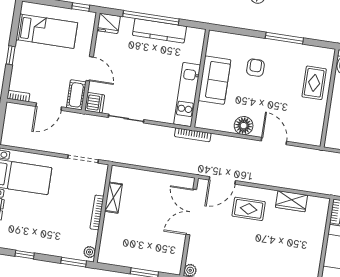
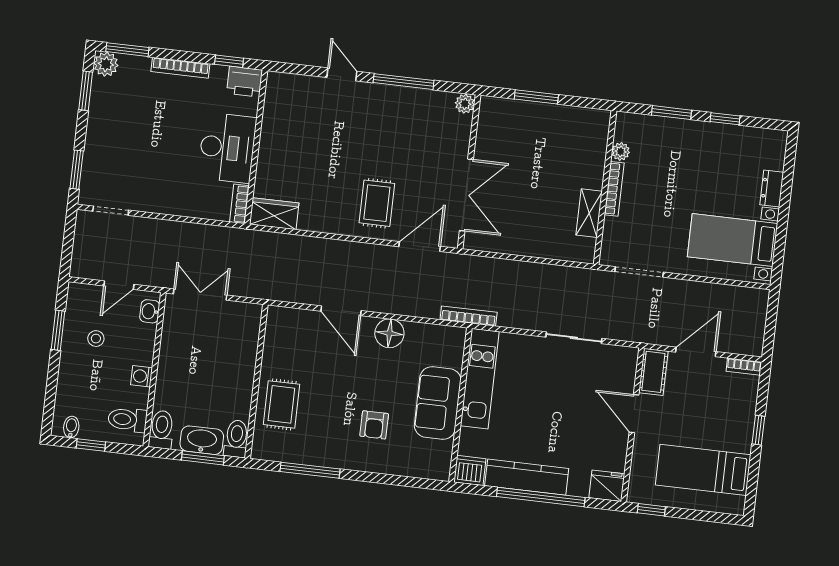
window: (284, 38) -> (310, 470), moved
dishwasher: (95, 103) -> (470, 470), moved, turned 90
wardrobe: (291, 201) -> (274, 214), moved
rug: (249, 209) -> (377, 203), turned 90
plant: (90, 252) -> (621, 151), moved
window: (74, 262) -> (671, 113), moved

